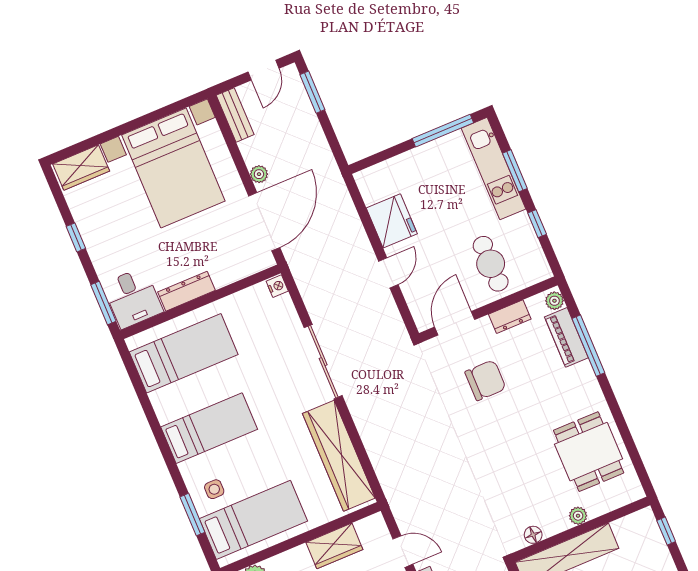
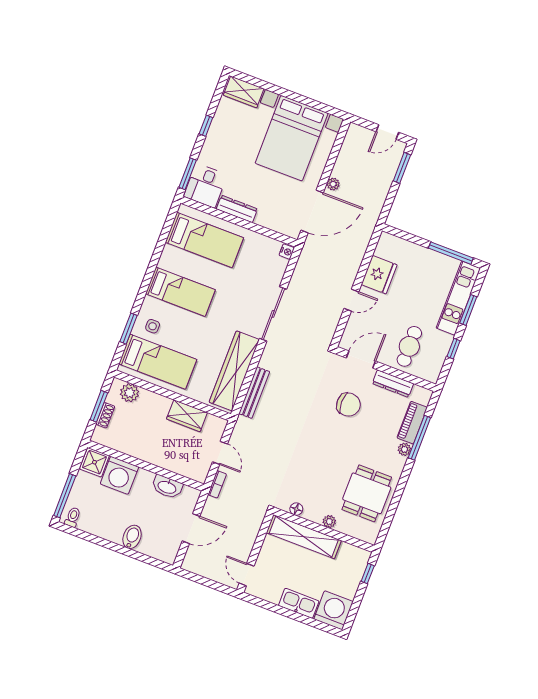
bench: (235, 115) -> (254, 393), moved, width x1.36
plant: (554, 301) -> (404, 449), moved
dresser: (510, 317) -> (393, 384), width x1.44

